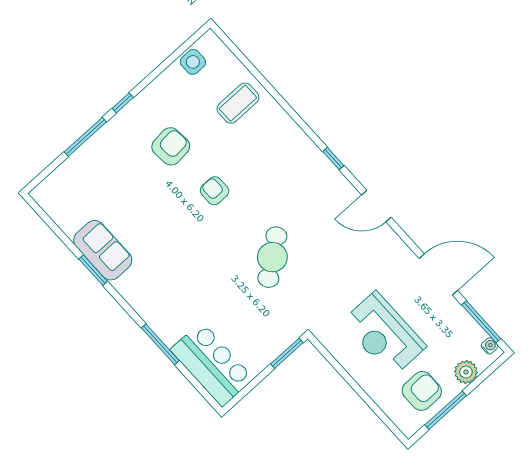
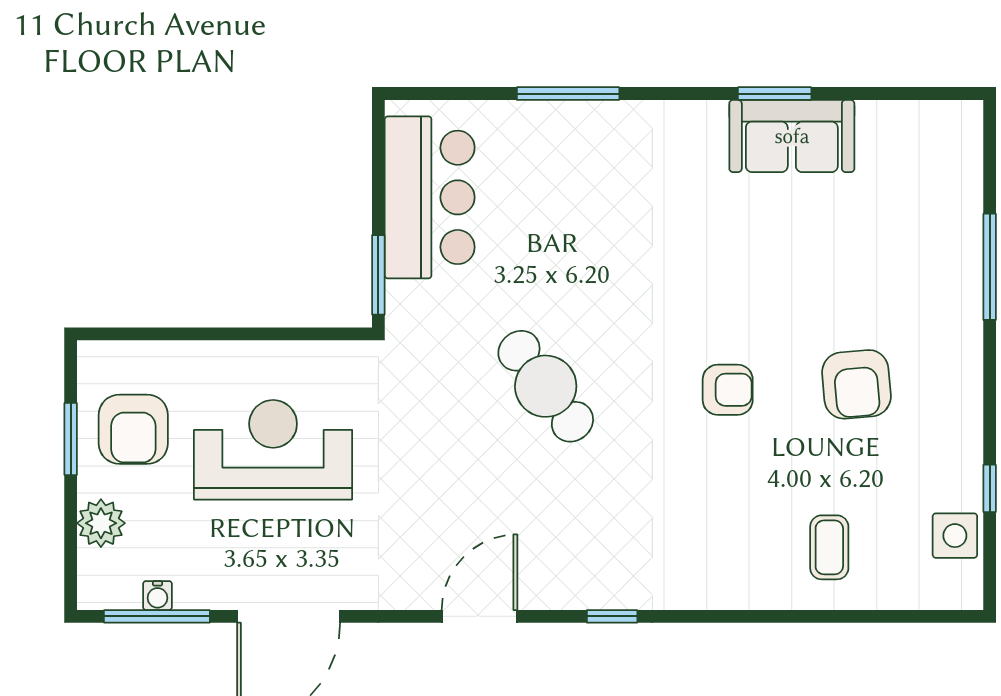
window: (123, 103) -> (990, 488), moved
coffee table: (238, 103) -> (829, 547), width x0.73, depth x0.77
water cooler: (490, 346) -> (158, 596), moved
bar counter: (212, 364) -> (430, 197), moved, turned -90
window: (446, 410) -> (71, 439), width x0.69

